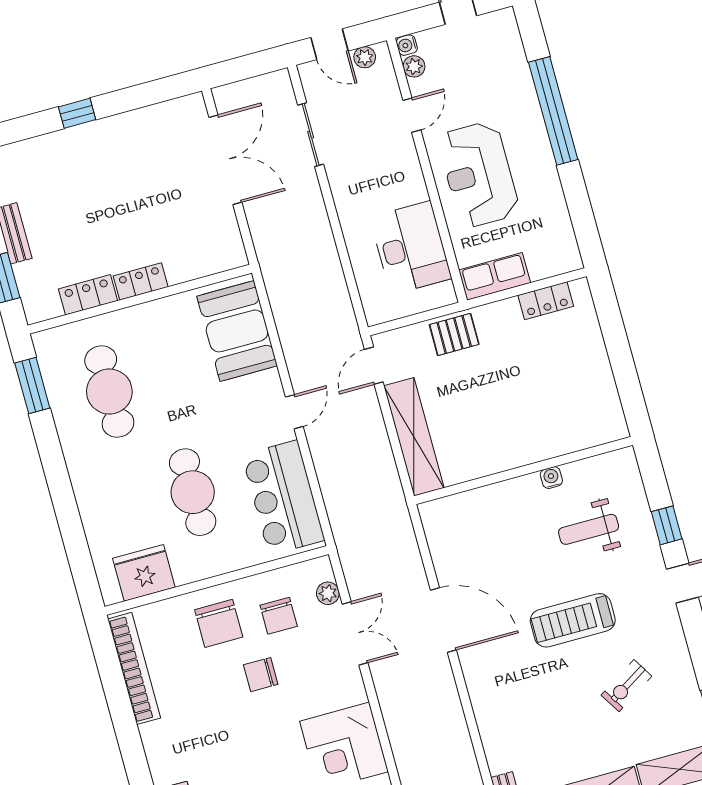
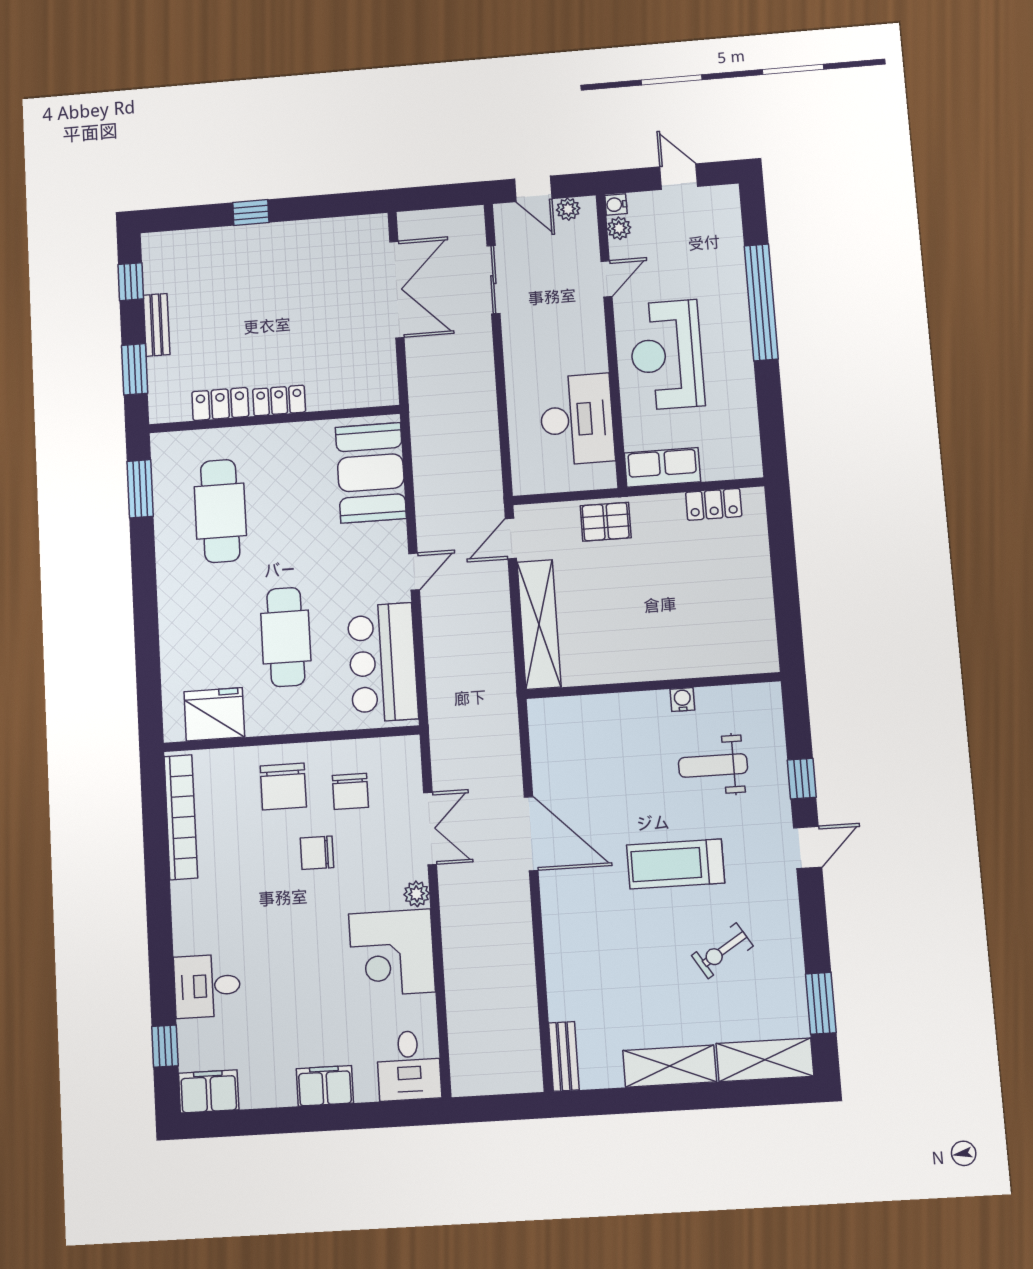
plant: (328, 593) -> (417, 894), moved

